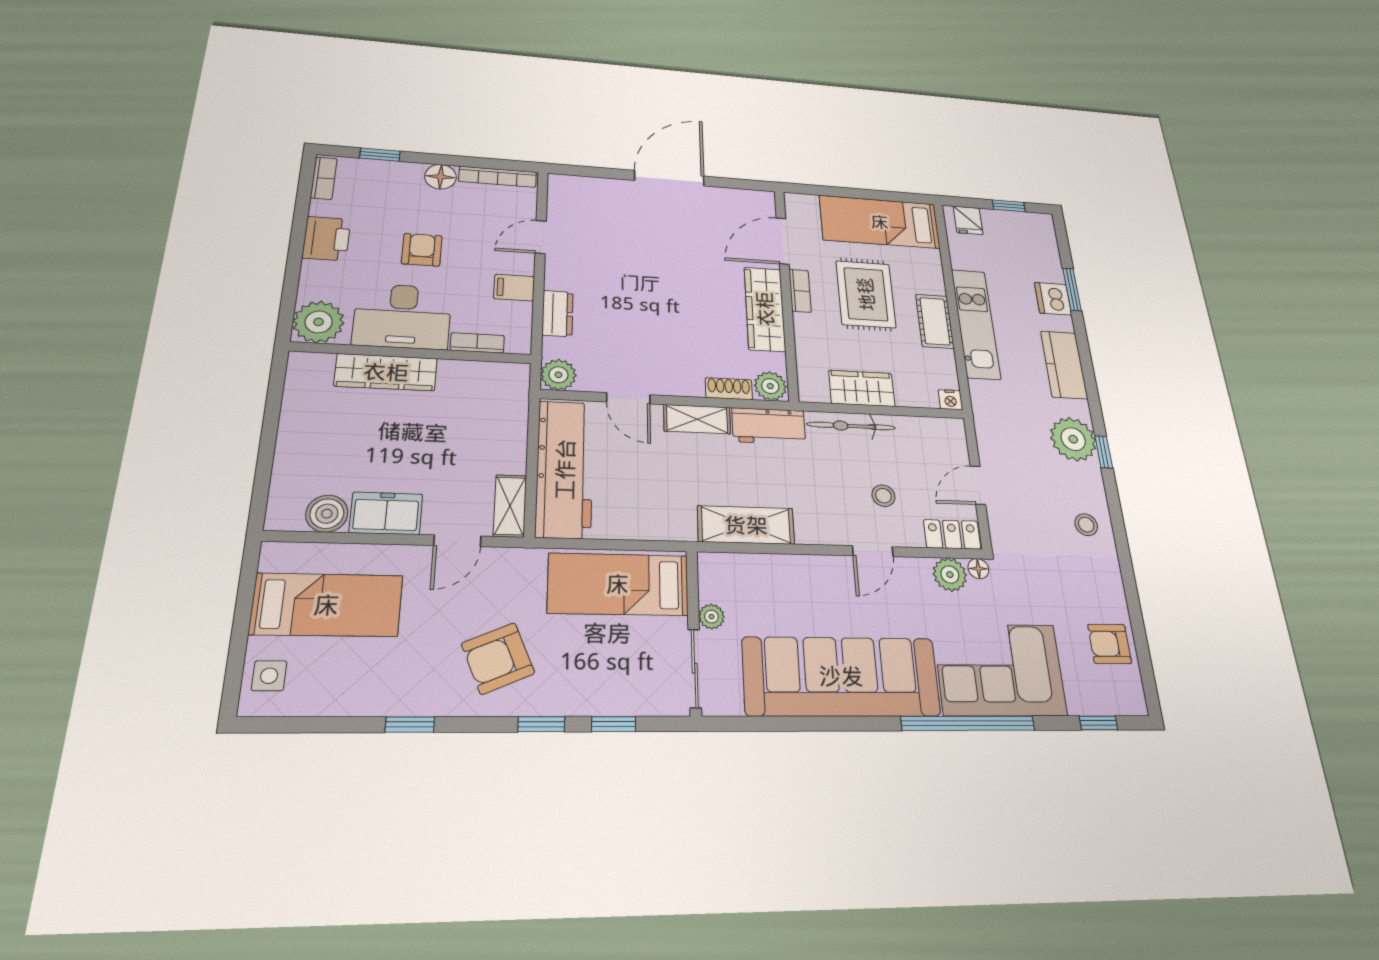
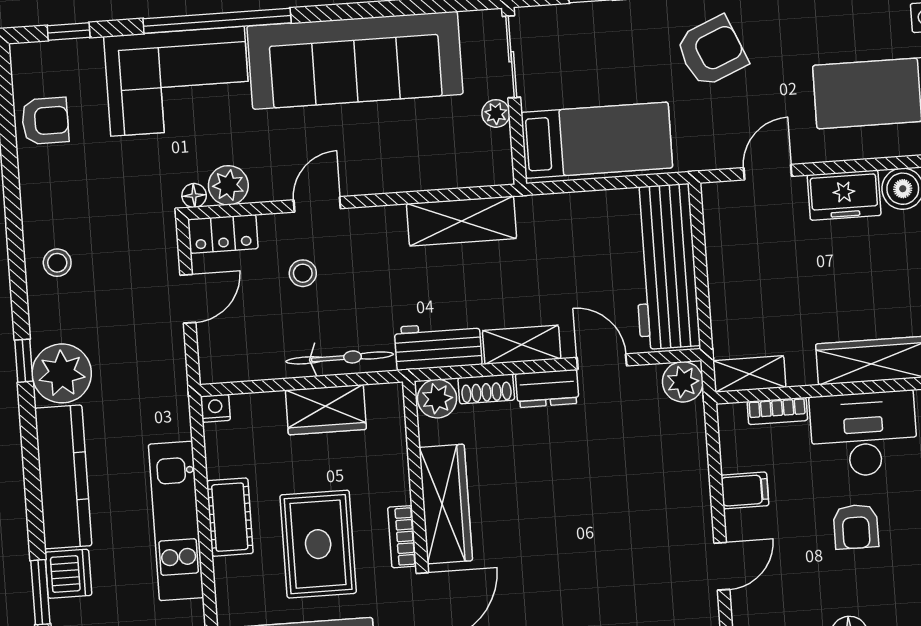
dresser: (557, 314) -> (547, 388), moved, turned -90
kitchen counter: (1064, 365) -> (63, 477), width x1.50
shelving: (510, 506) -> (749, 374), moved, turned 90

